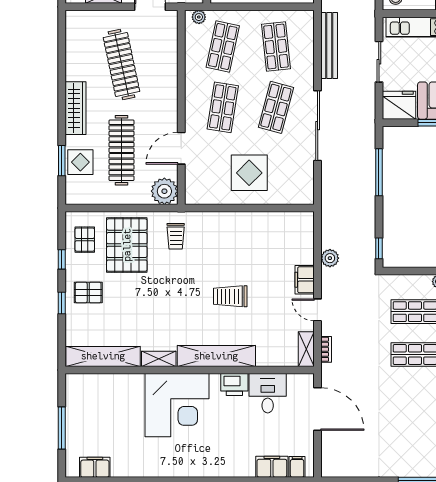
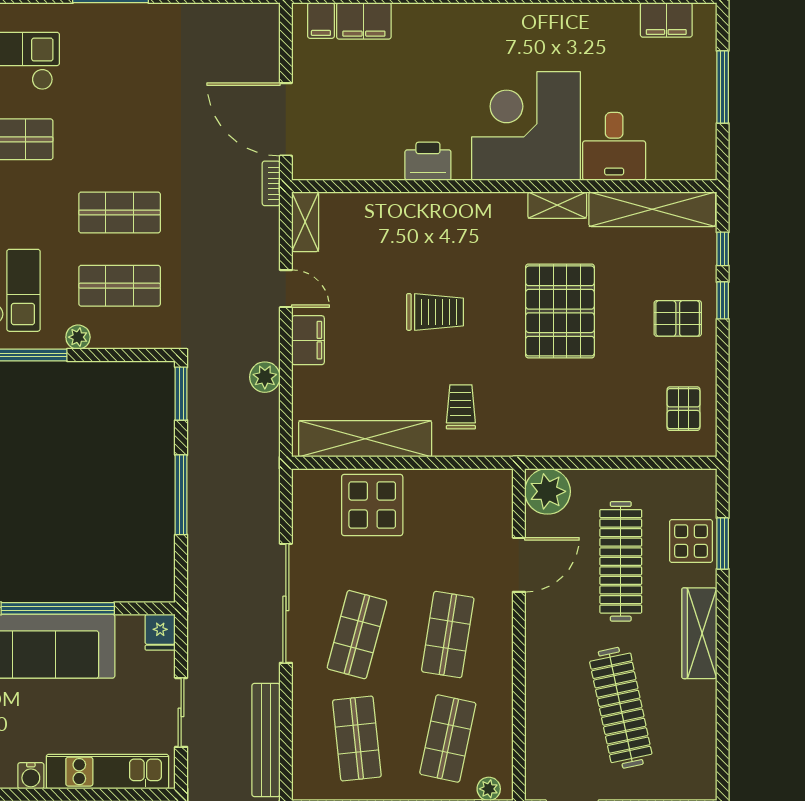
fridge: (399, 105) -> (160, 632), width x0.53, depth x0.75
window: (379, 172) -> (181, 495), moved
display table: (249, 173) -> (372, 505), moved
trolley: (176, 236) -> (461, 407), moved
pallet: (127, 245) -> (560, 311), moved
window: (379, 248) -> (181, 394), width x1.50
window: (62, 259) -> (723, 249), moved
bookcase: (326, 349) -> (271, 183), moved
shelving: (216, 356) -> (365, 439), moved
desk: (268, 393) -> (614, 146), moved

